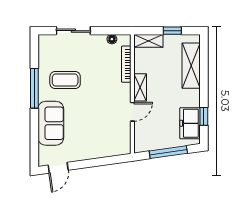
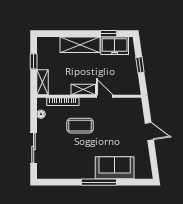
shelving: (191, 66) -> (80, 45), moved
coffee table: (65, 80) -> (80, 126), moved, turned 90
window: (34, 88) -> (99, 182), moved
window: (168, 152) -> (140, 65), width x0.46
door: (58, 168) -> (149, 131), moved

